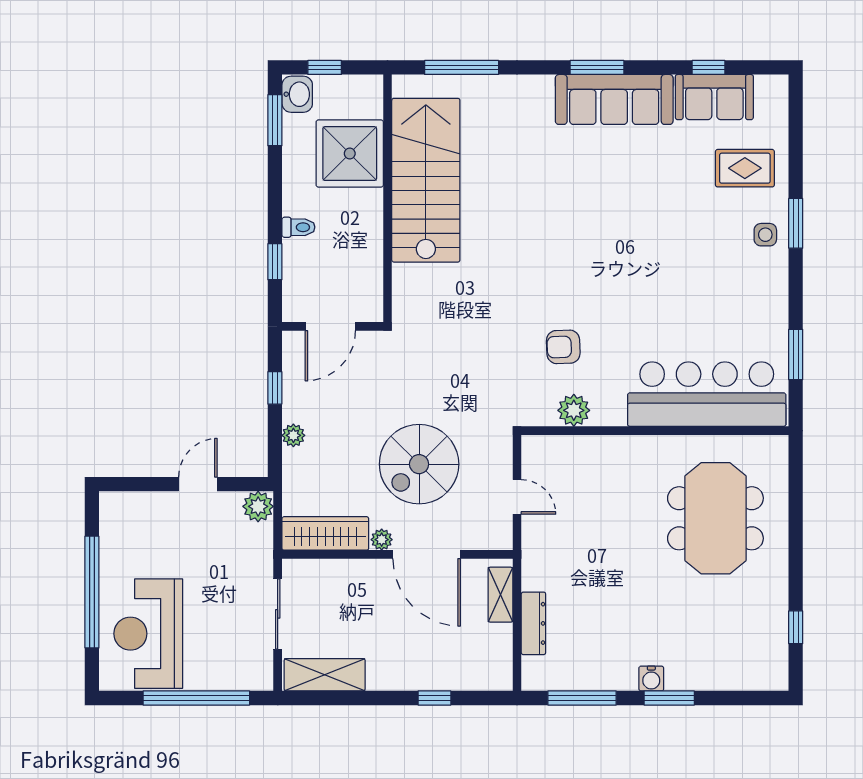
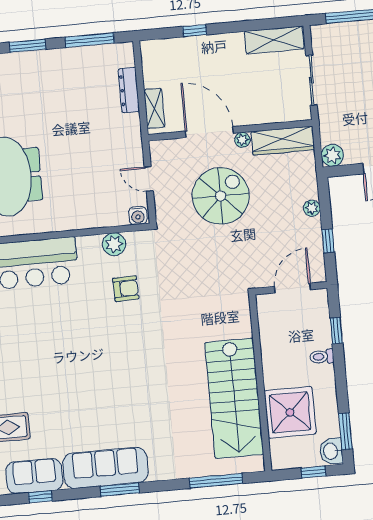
water cooler: (651, 679) -> (138, 216), moved, turned 180

